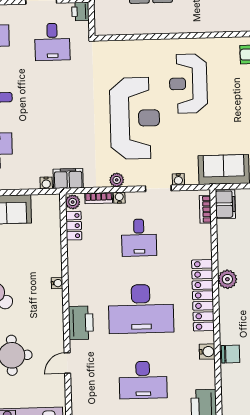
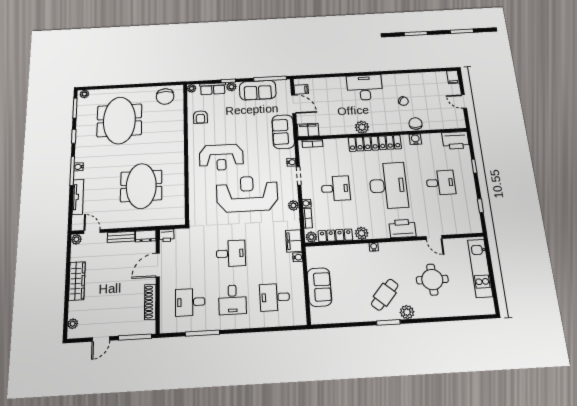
desk: (52, 42) -> (231, 253), moved
locker: (74, 226) -> (335, 235), width x1.53
plant: (76, 268) -> (362, 233), added
desk: (143, 380) -> (441, 183), width x0.73

